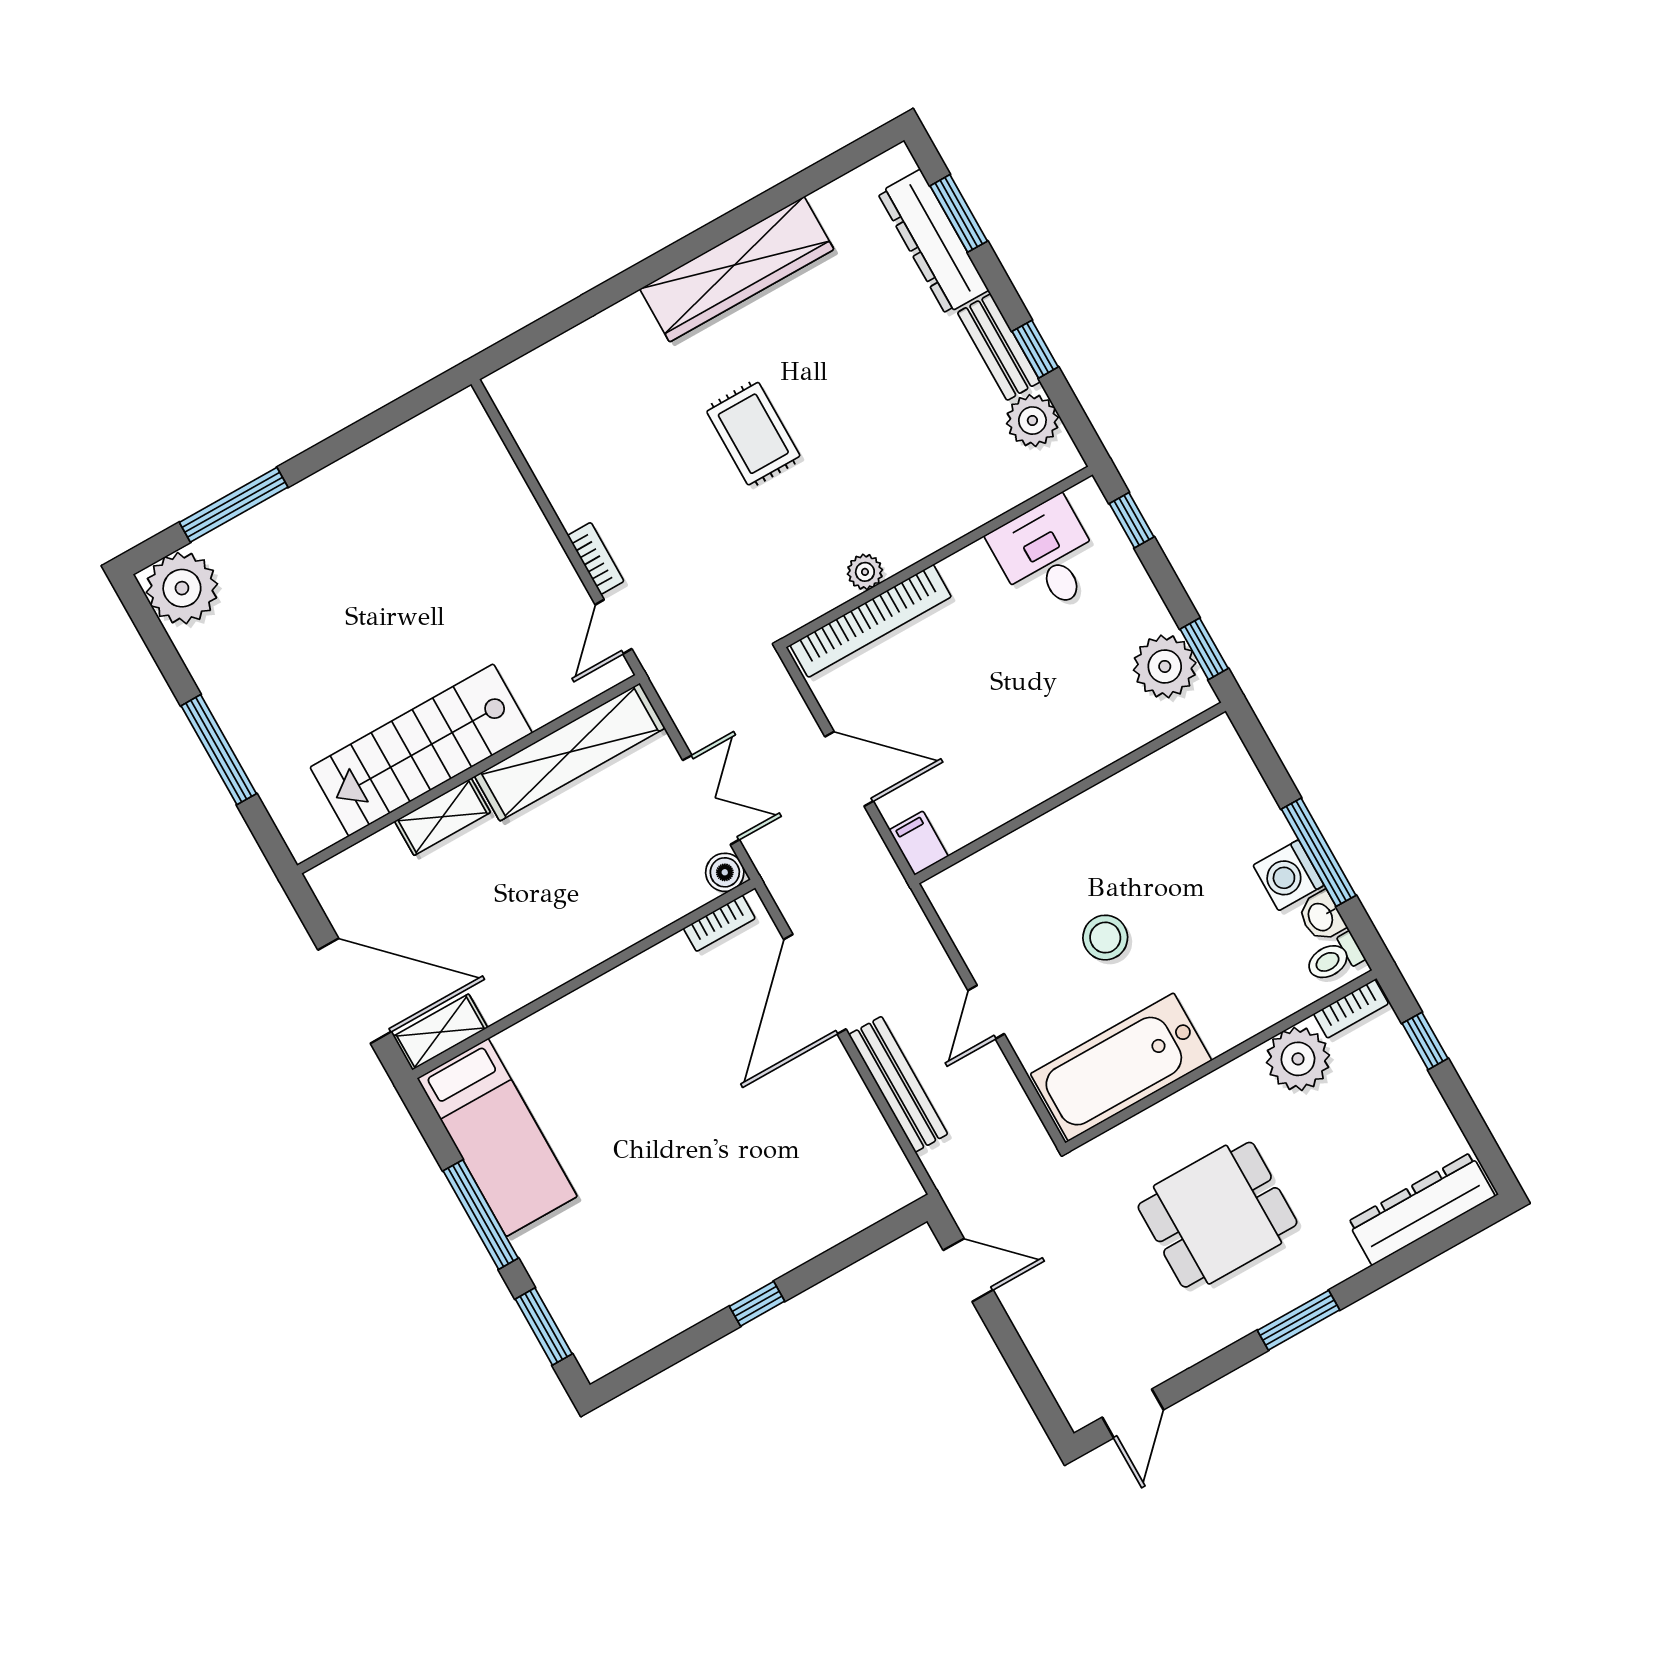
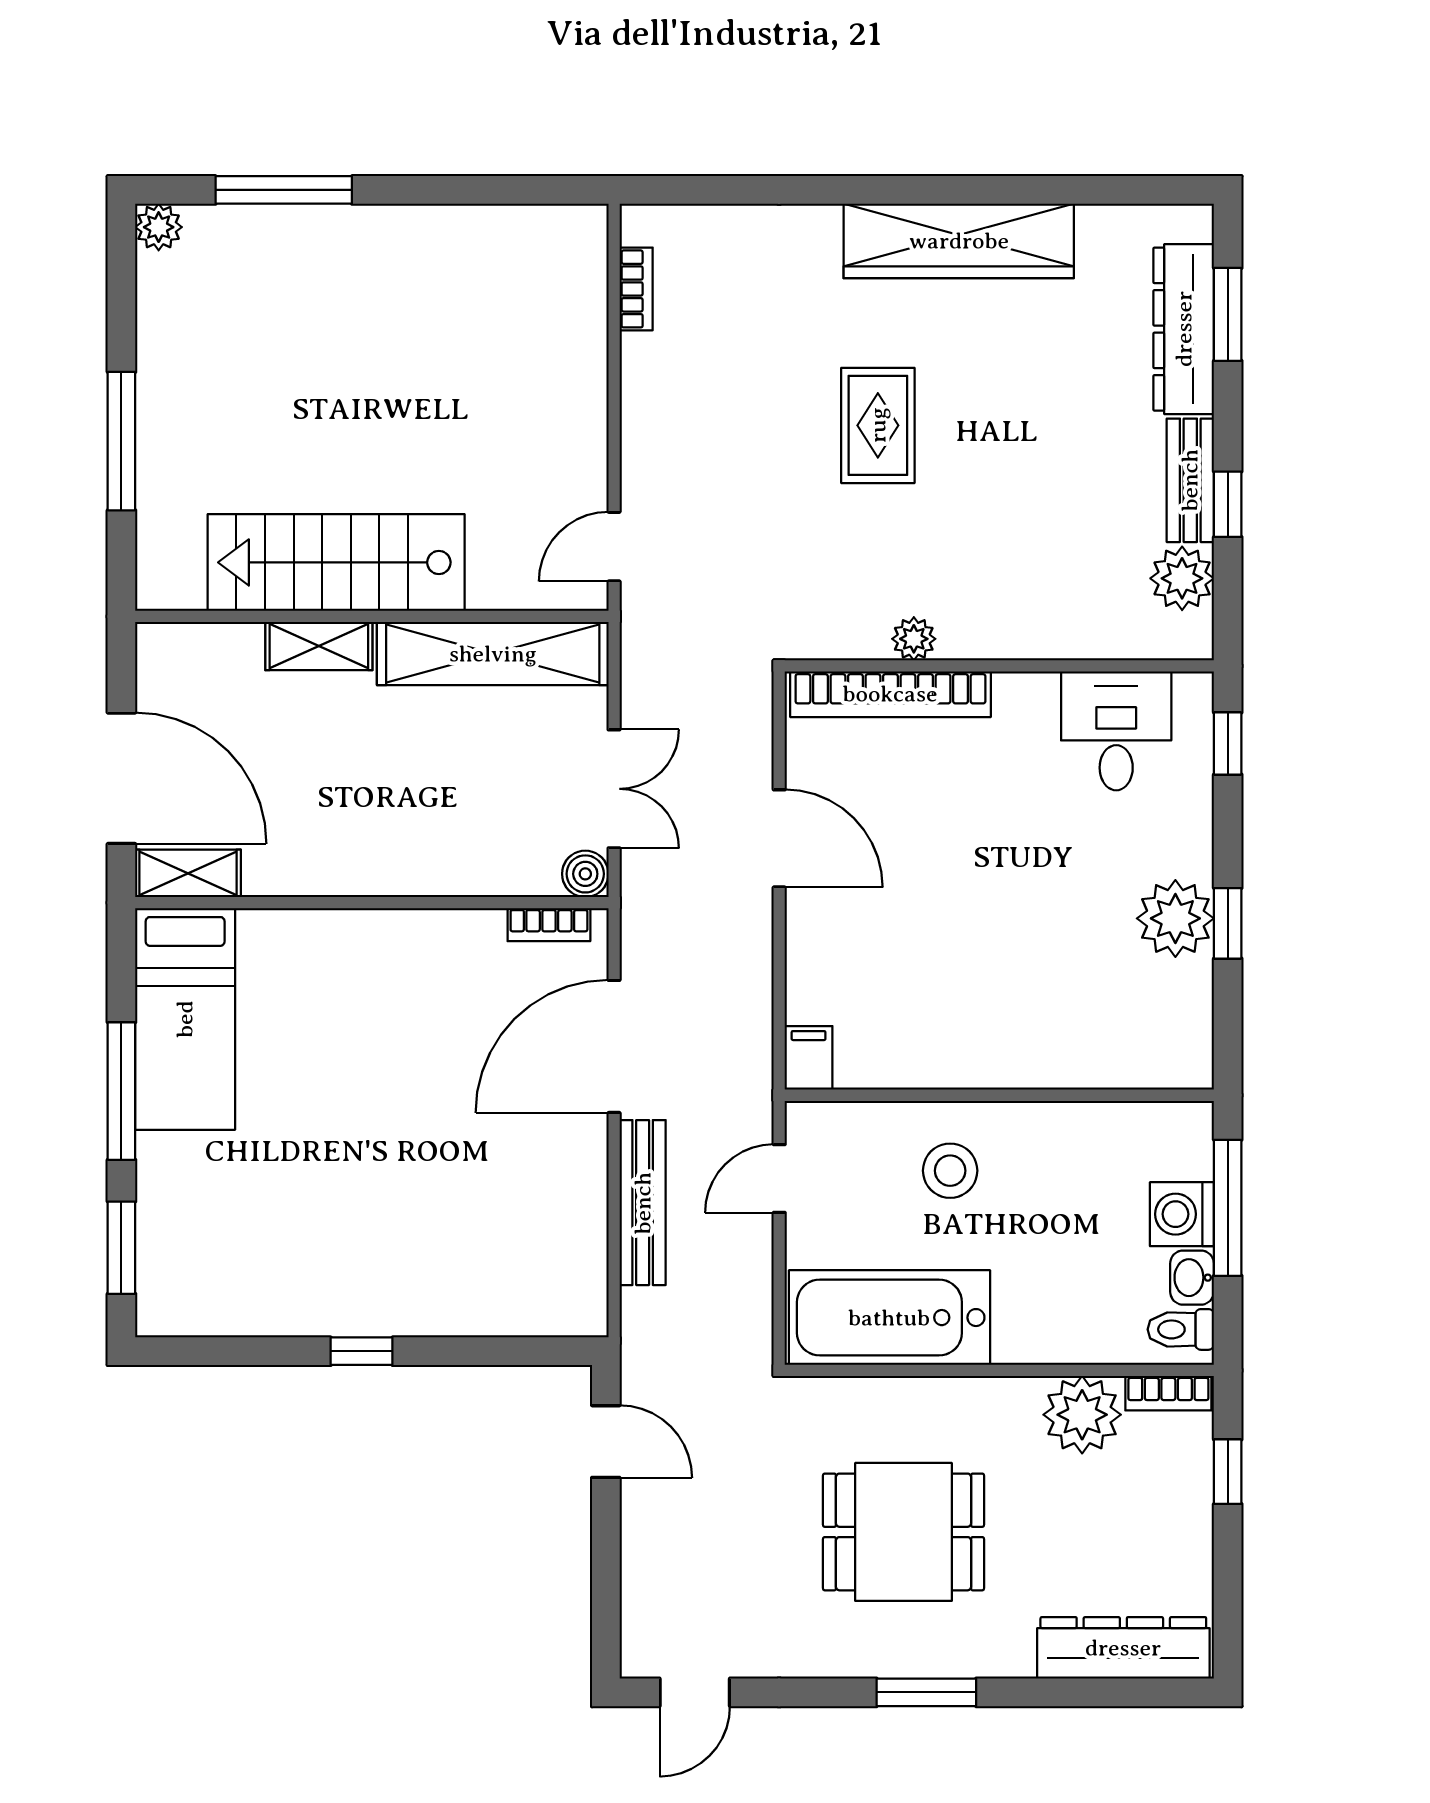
bookcase: (596, 558) -> (636, 289), moved
plant: (182, 588) -> (159, 227), width x0.53, depth x0.53
wall: (1070, 793) -> (999, 1095), moved
filing cabinet: (919, 843) -> (809, 1058), moved

